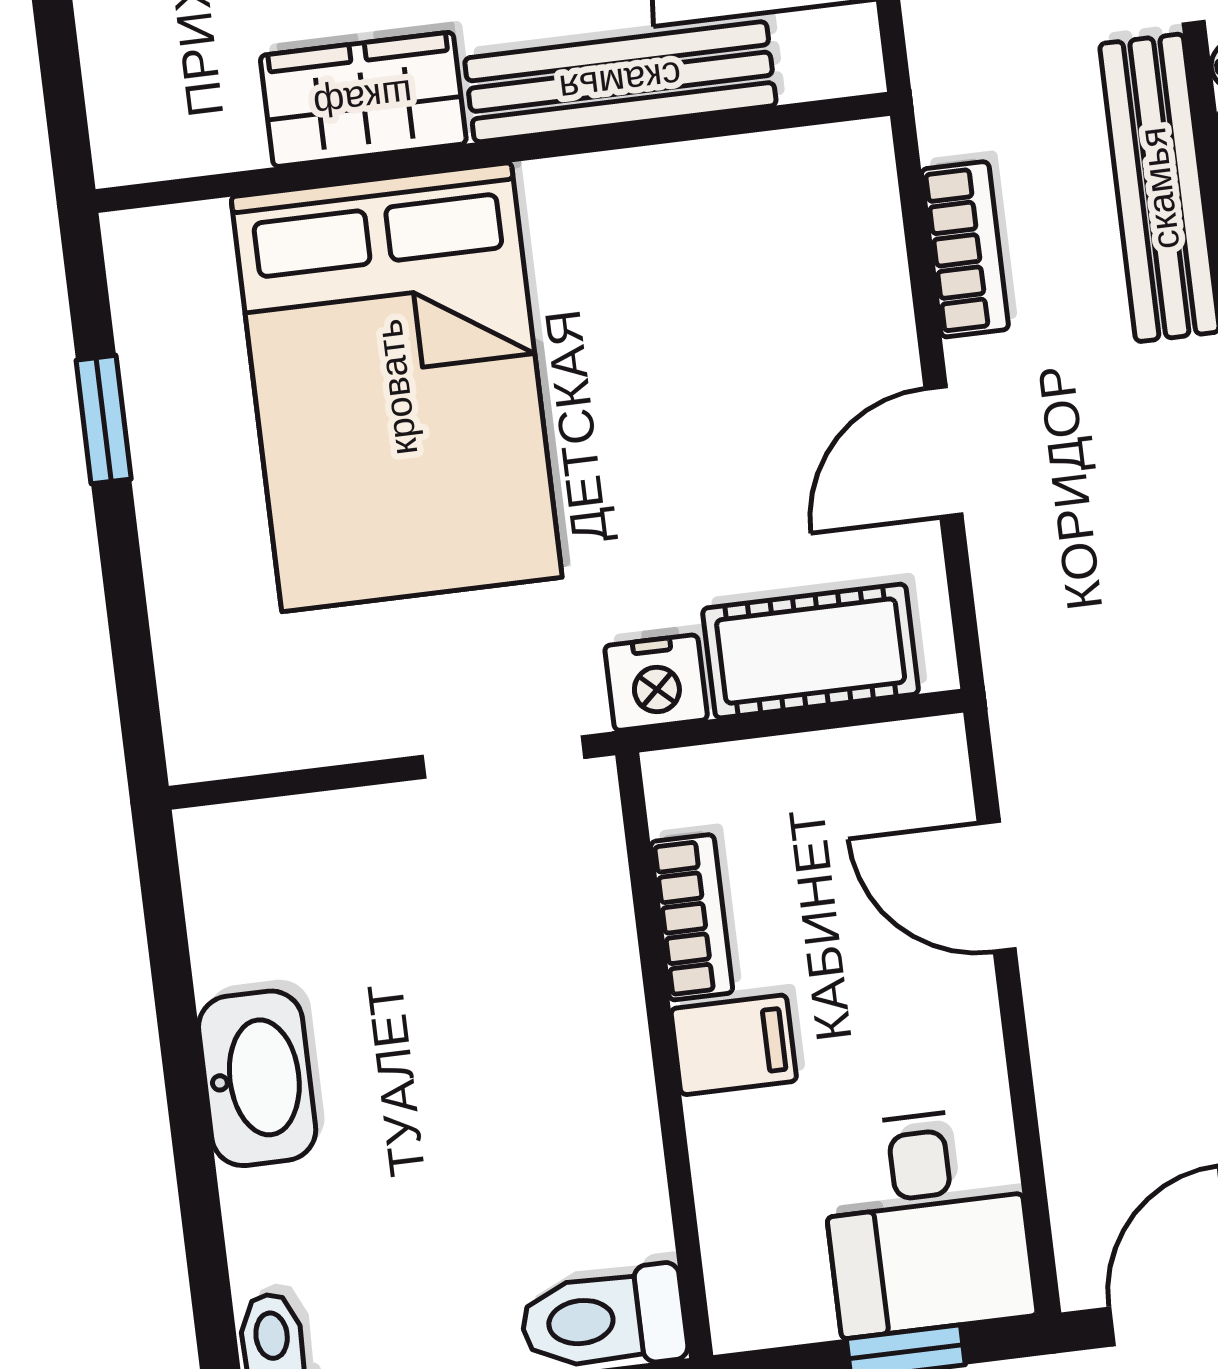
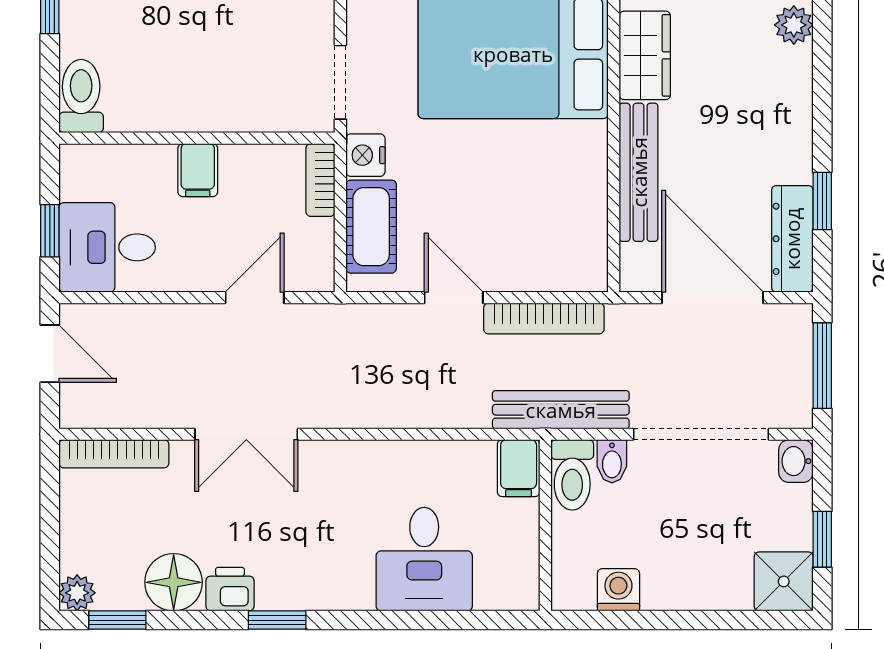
bookcase: (965, 249) -> (544, 318), width x1.56
bookcase: (692, 917) -> (320, 180), moved, turned 90

